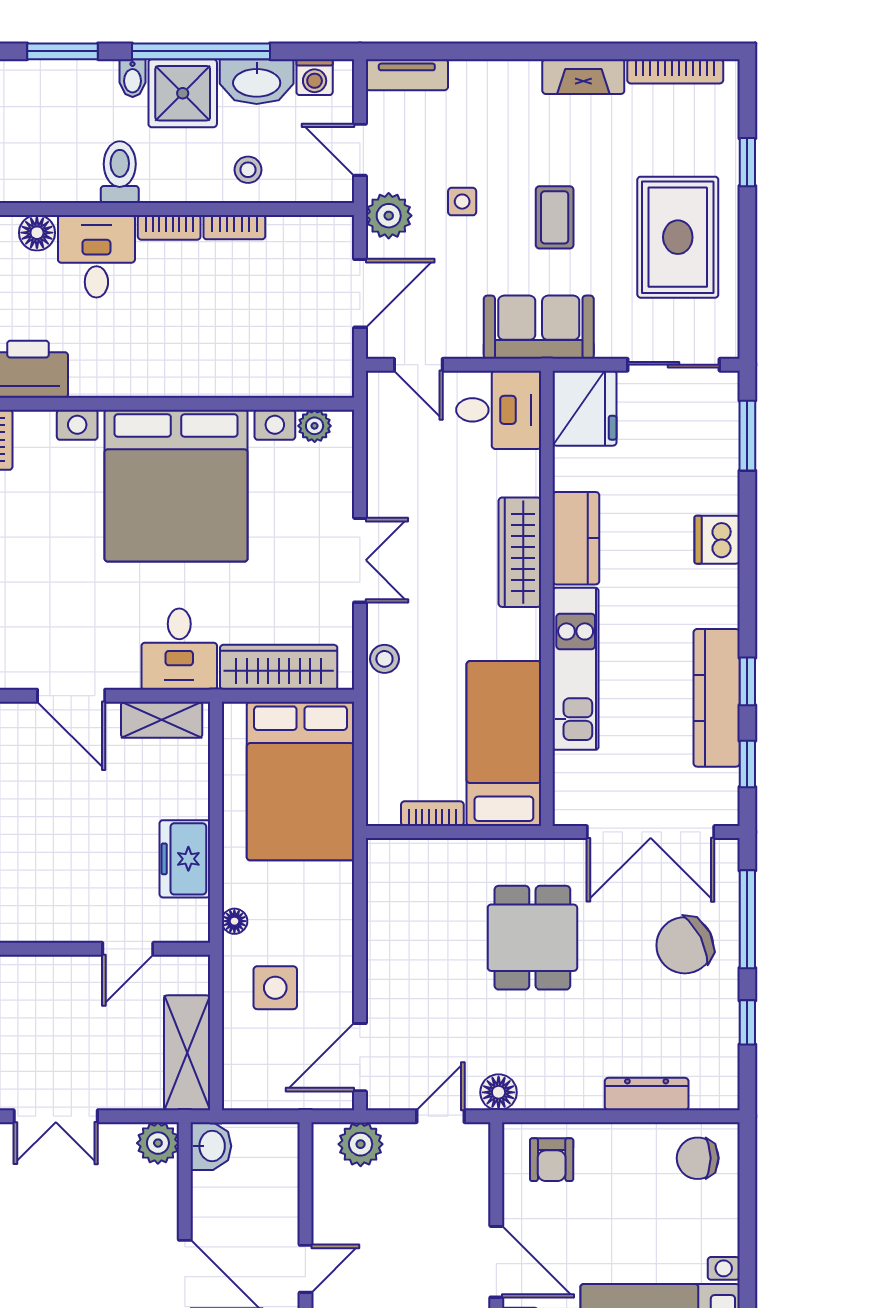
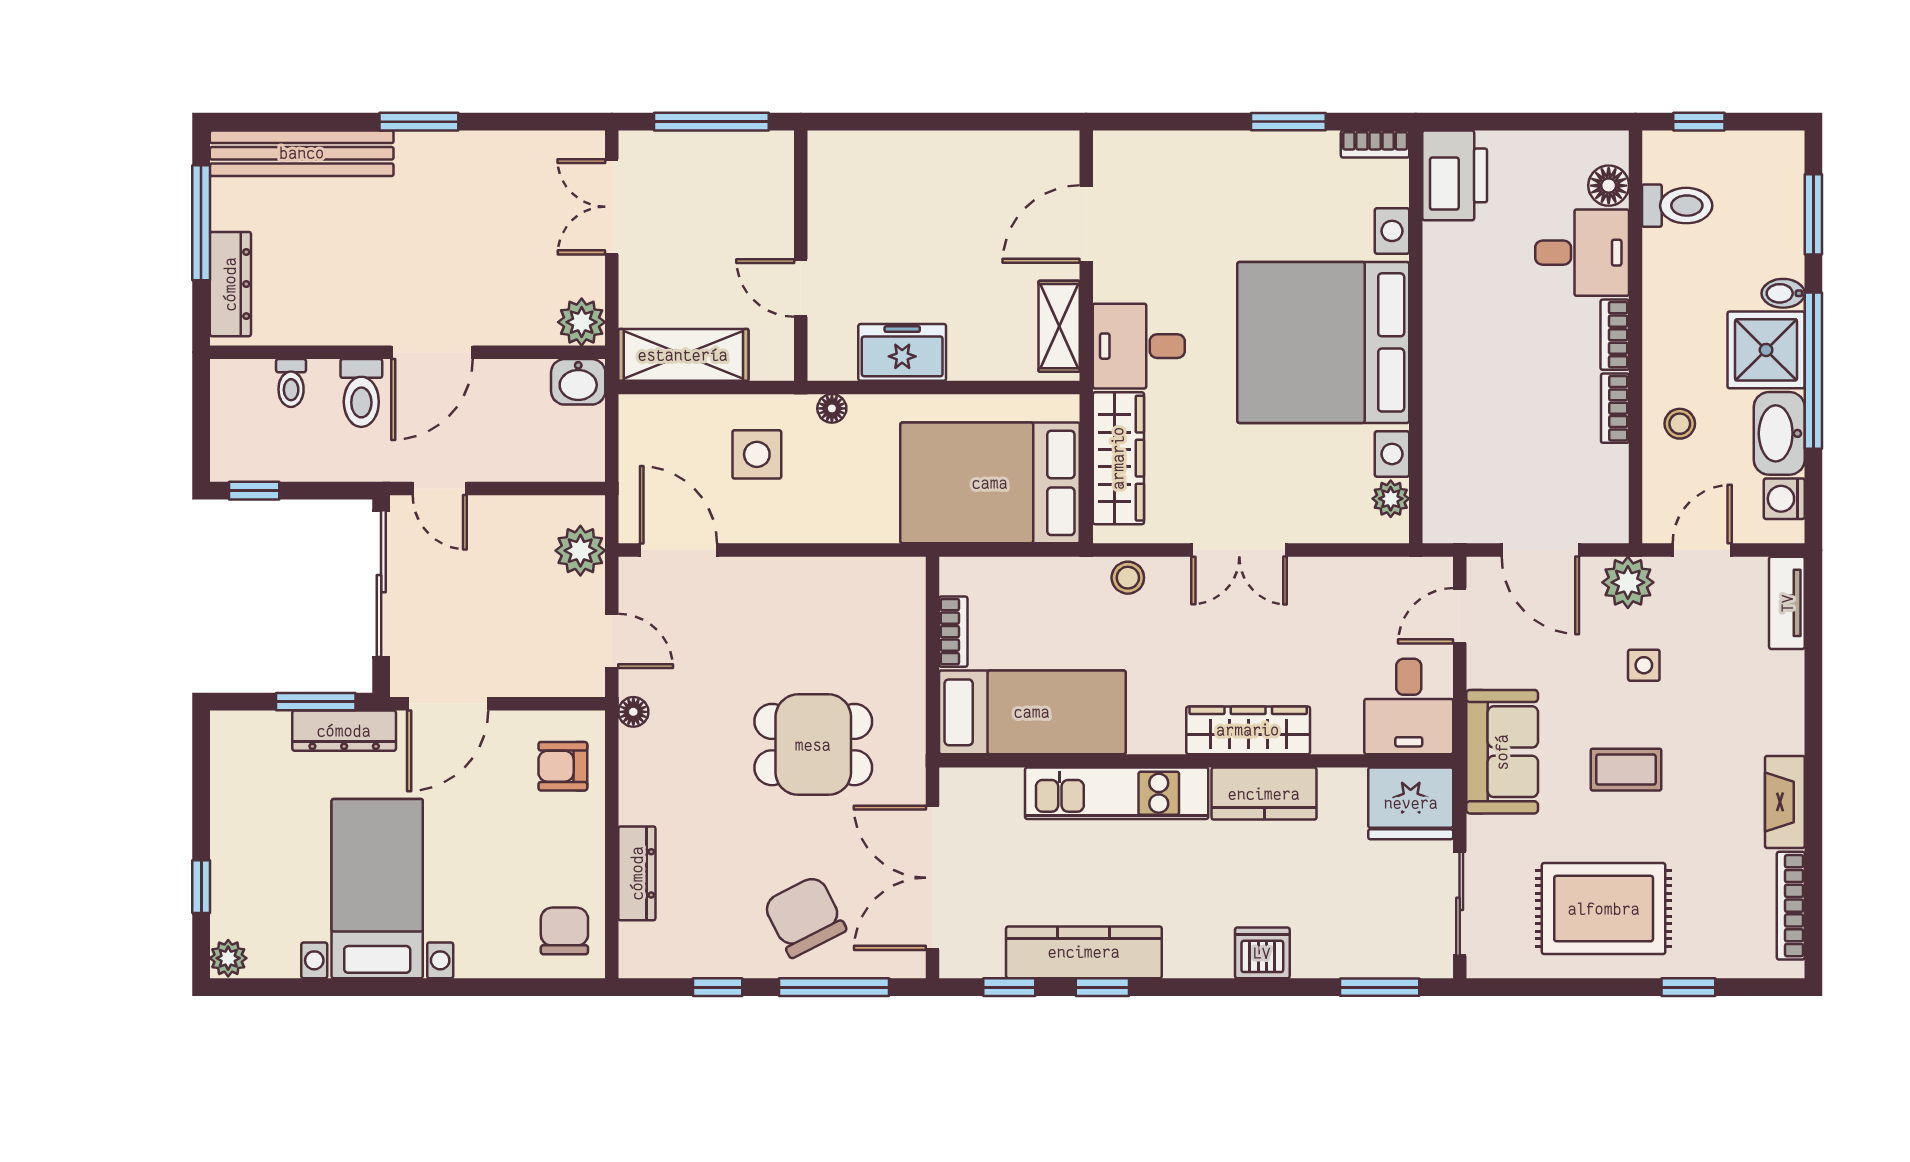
toilet: (120, 172) -> (1677, 206), moved
floor lamp: (499, 1092) -> (633, 712), width x0.73, depth x0.73

